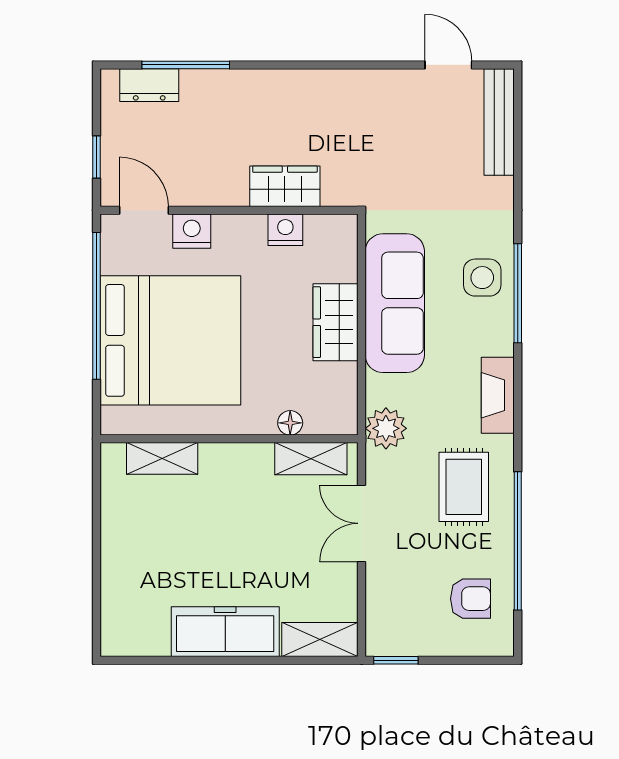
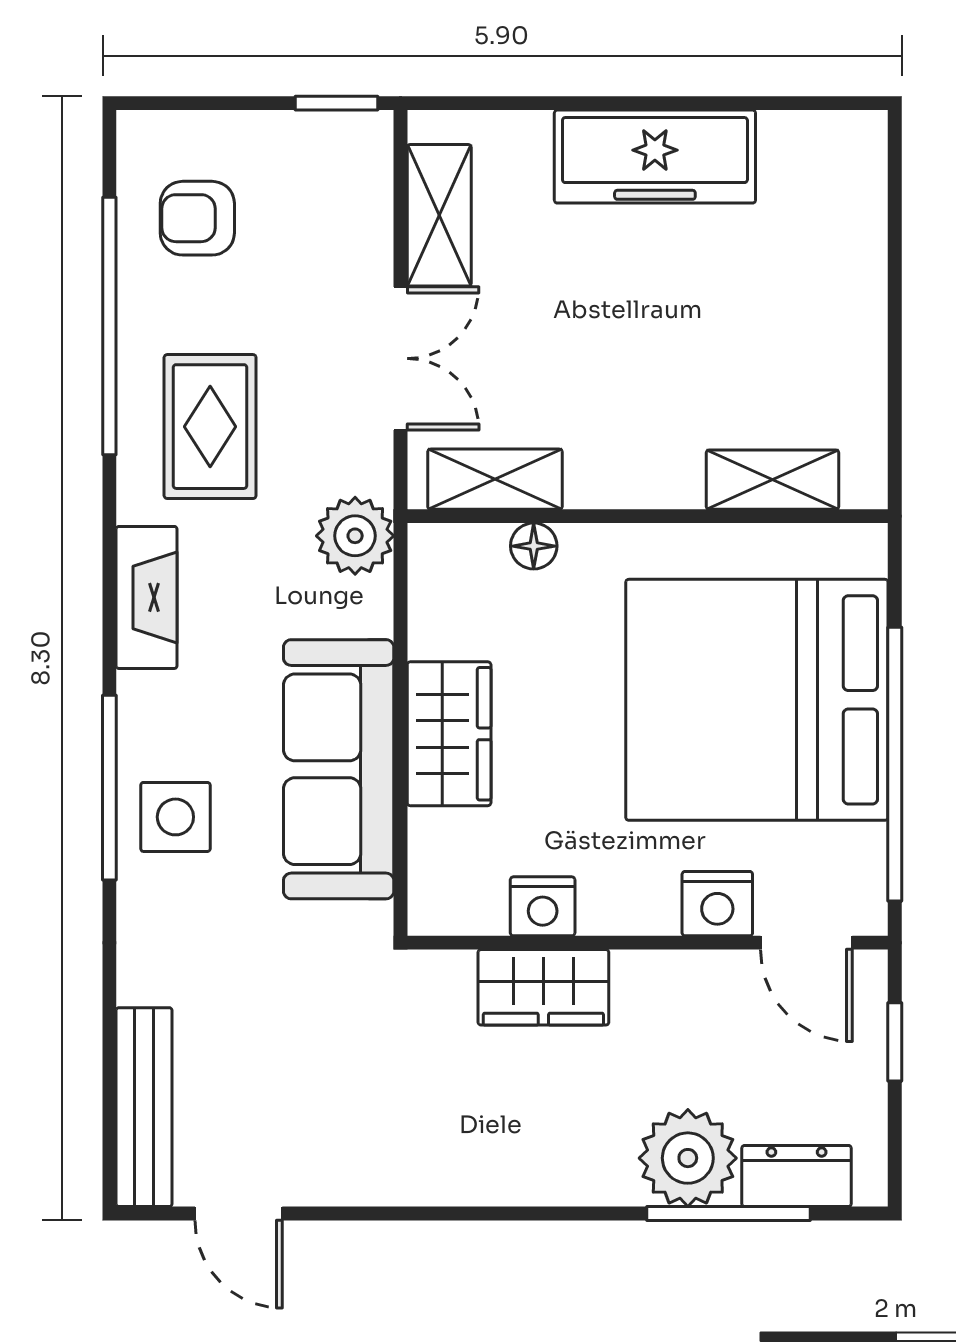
plant: (208, 95) -> (688, 1158), added
shelving: (320, 640) -> (439, 215), moved, turned 90

